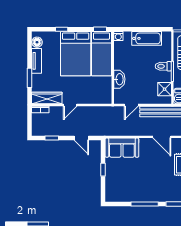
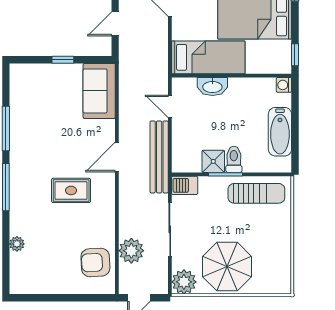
bed: (102, 54) -> (208, 57), moved, turned 180
shower: (165, 89) -> (213, 161), moved

